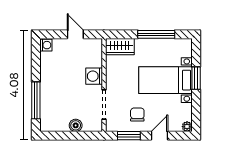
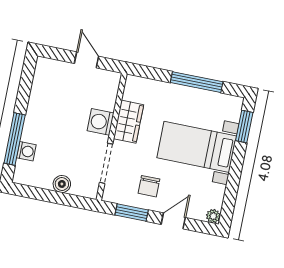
washing machine: (46, 45) -> (26, 151), moved
wardrobe: (120, 47) -> (129, 122), moved, turned -90
window: (196, 78) -> (244, 126), moved
chair: (137, 115) -> (149, 186), turned 180

